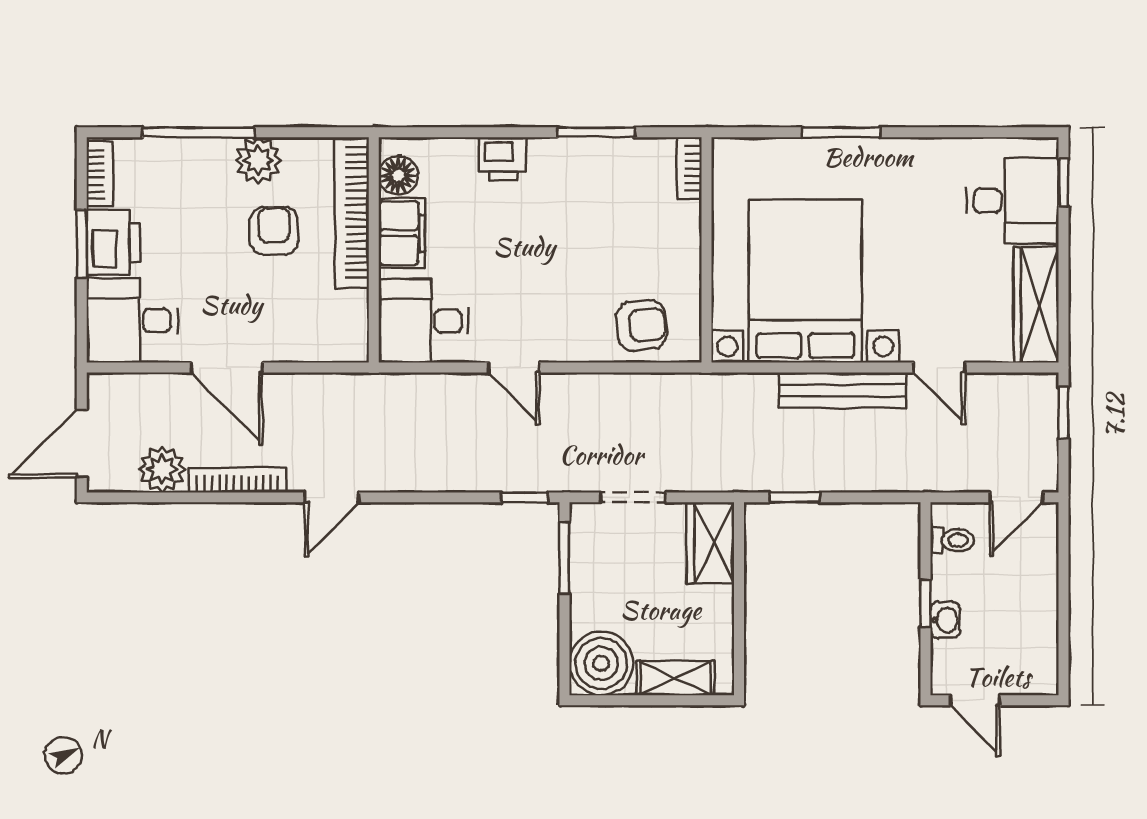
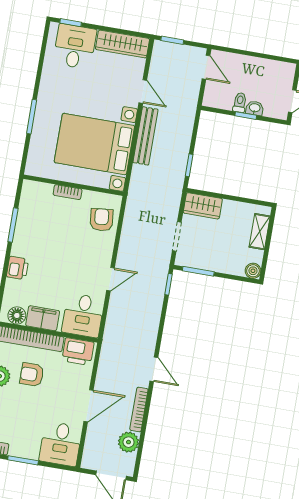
bookcase: (689, 168) -> (68, 192), moved
printer: (113, 243) -> (78, 351), moved, turned 180
door: (939, 368) -> (143, 91), hinge flipped
toilet: (952, 540) -> (240, 102), moved
boiler: (601, 663) -> (253, 271), width x0.54, depth x0.54

